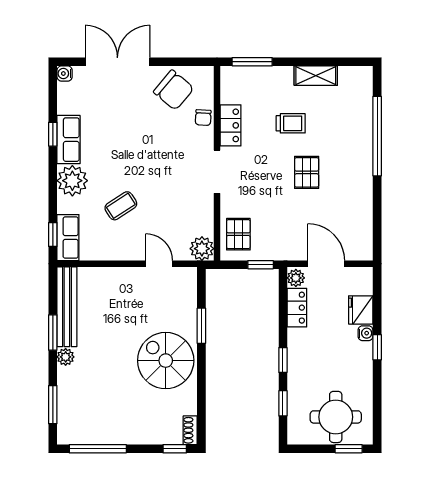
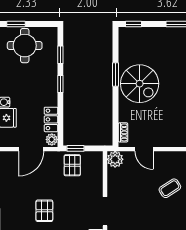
pallet: (238, 234) -> (72, 165), moved
door: (326, 264) -> (31, 149), hinge flipped
window: (201, 326) -> (115, 74), moved
shoe rack: (190, 430) -> (123, 132), moved

